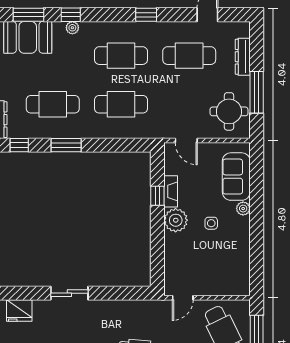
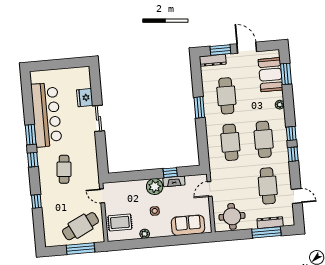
window: (71, 15) -> (291, 133), moved
window: (257, 92) -> (266, 232), moved
window: (19, 145) -> (197, 75), removed
plant: (243, 209) -> (145, 234), moved
rug: (224, 275) -> (120, 222), added
fridge: (19, 311) -> (85, 98), moved

